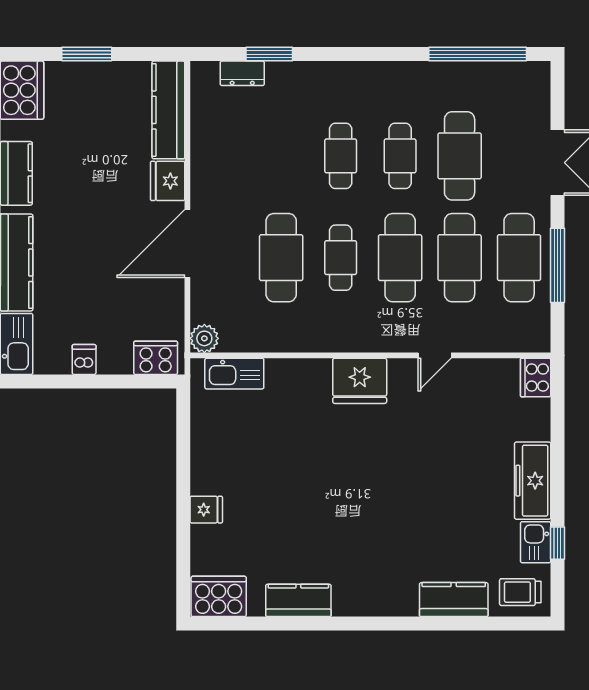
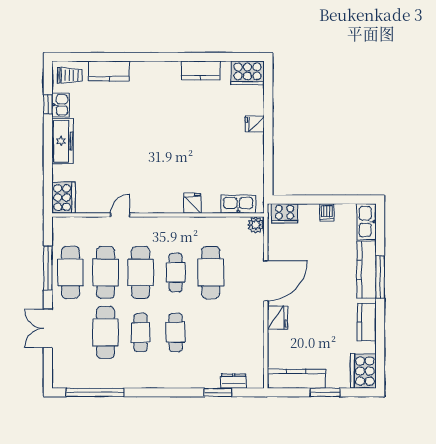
kitchen counter: (168, 110) -> (296, 379), moved, turned -90
cooker: (536, 378) -> (64, 198), width x1.37, depth x1.31
fridge: (360, 381) -> (193, 203), moved, width x0.53, depth x0.75

